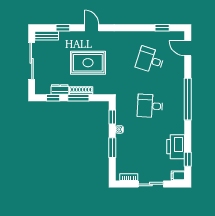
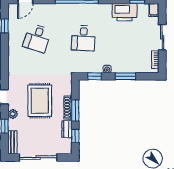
plant: (75, 36) -> (13, 114), added

